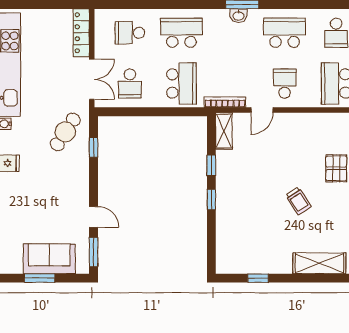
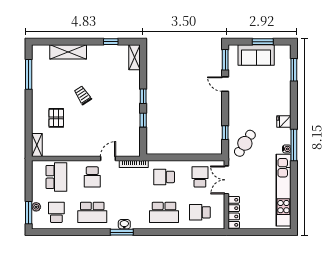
school desk: (130, 33) -> (200, 212), turned 180
school desk: (181, 84) -> (164, 177), width x0.54
shelving: (224, 131) -> (134, 57), moved

